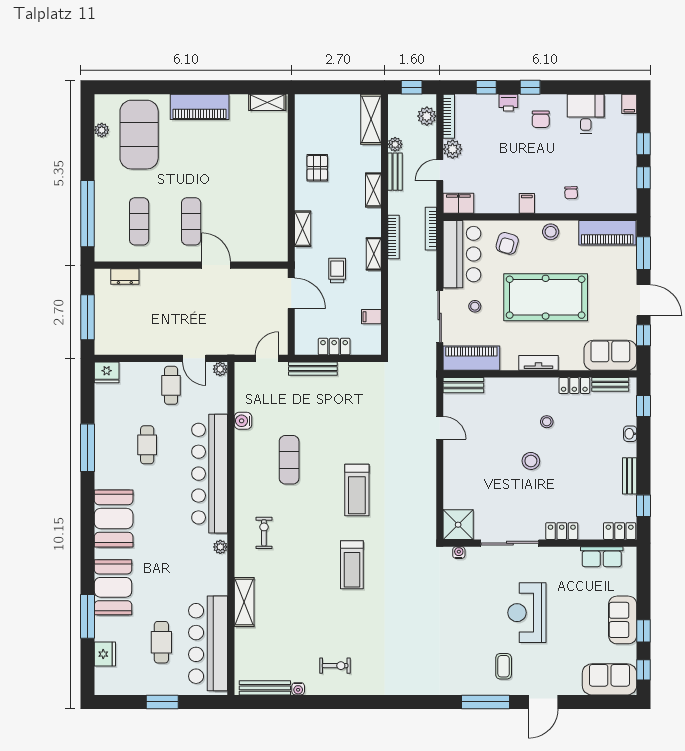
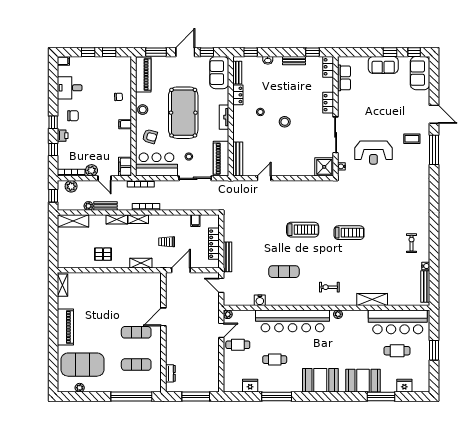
shelving: (374, 254) -> (138, 219), moved
locker: (334, 347) -> (214, 244), width x1.53
fridge: (107, 372) -> (250, 386), moved, turned -90
bench: (463, 385) -> (238, 159), width x1.36
reception desk: (527, 613) -> (373, 153), moved

